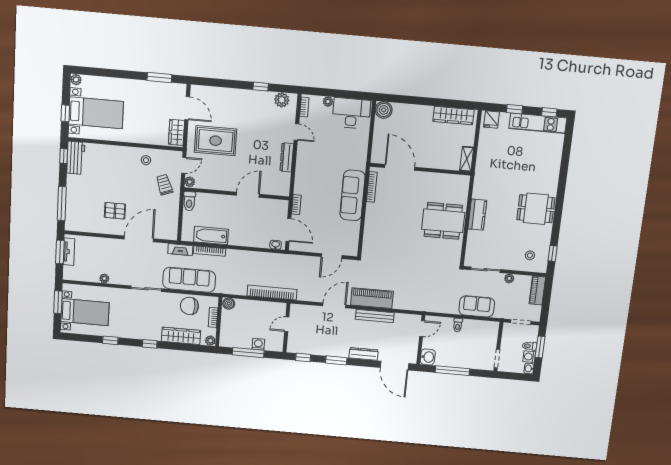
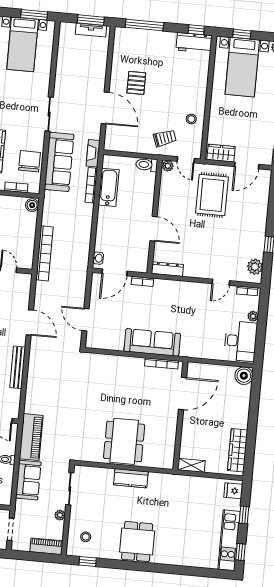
dresser: (287, 157) -> (167, 269), moved
plant: (104, 278) -> (61, 68), removed
piano: (372, 298) -> (31, 437), moved

